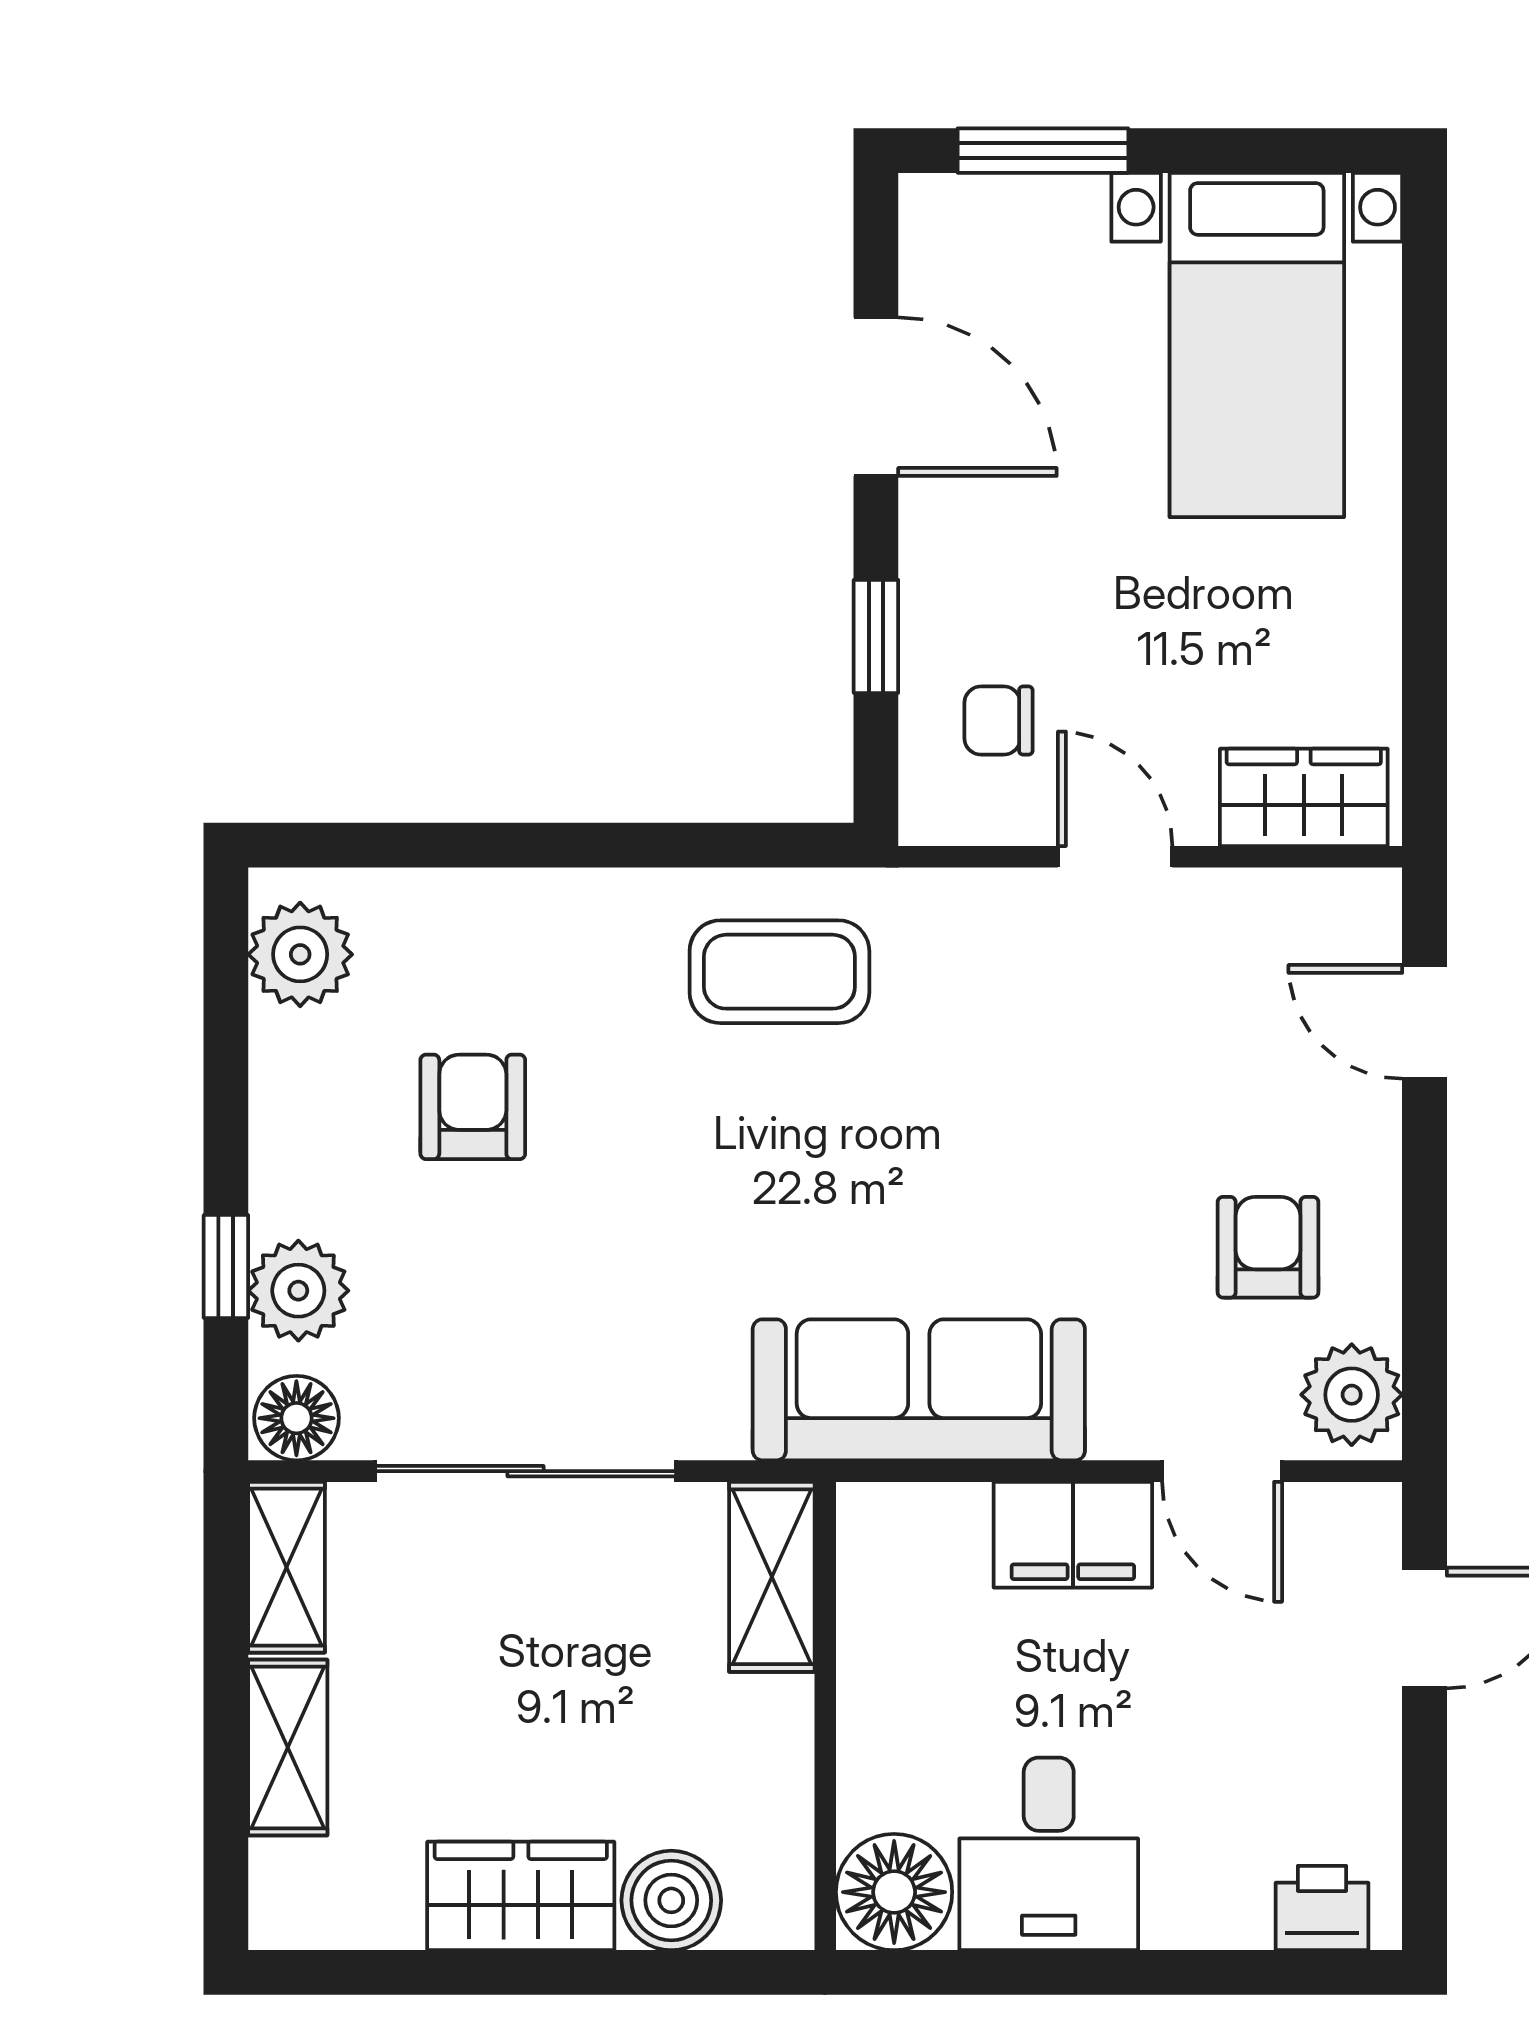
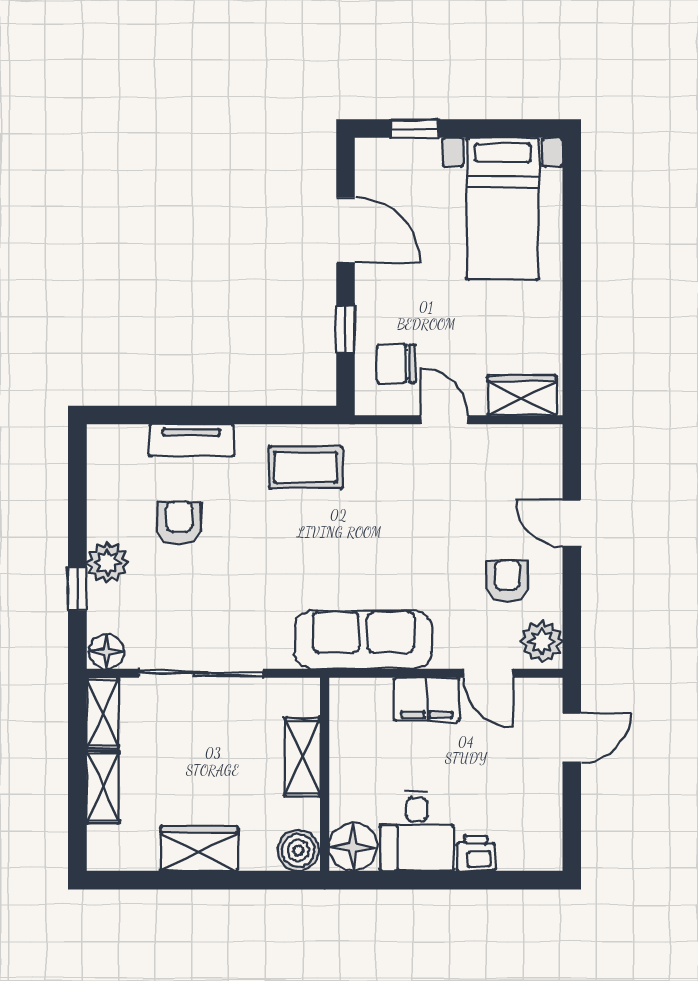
window: (1043, 151) -> (414, 129), width x0.67
chair: (999, 721) -> (396, 364), width x1.37, depth x1.37
tv unit: (502, 906) -> (191, 440), added
plant: (300, 954) -> (108, 460), removed
door: (1425, 1022) -> (572, 523), moved
plant: (298, 1291) -> (107, 562), moved
shelving: (772, 1577) -> (303, 757), moved
boiler: (671, 1900) -> (298, 850), moved
printer: (1322, 1908) -> (476, 853), moved

